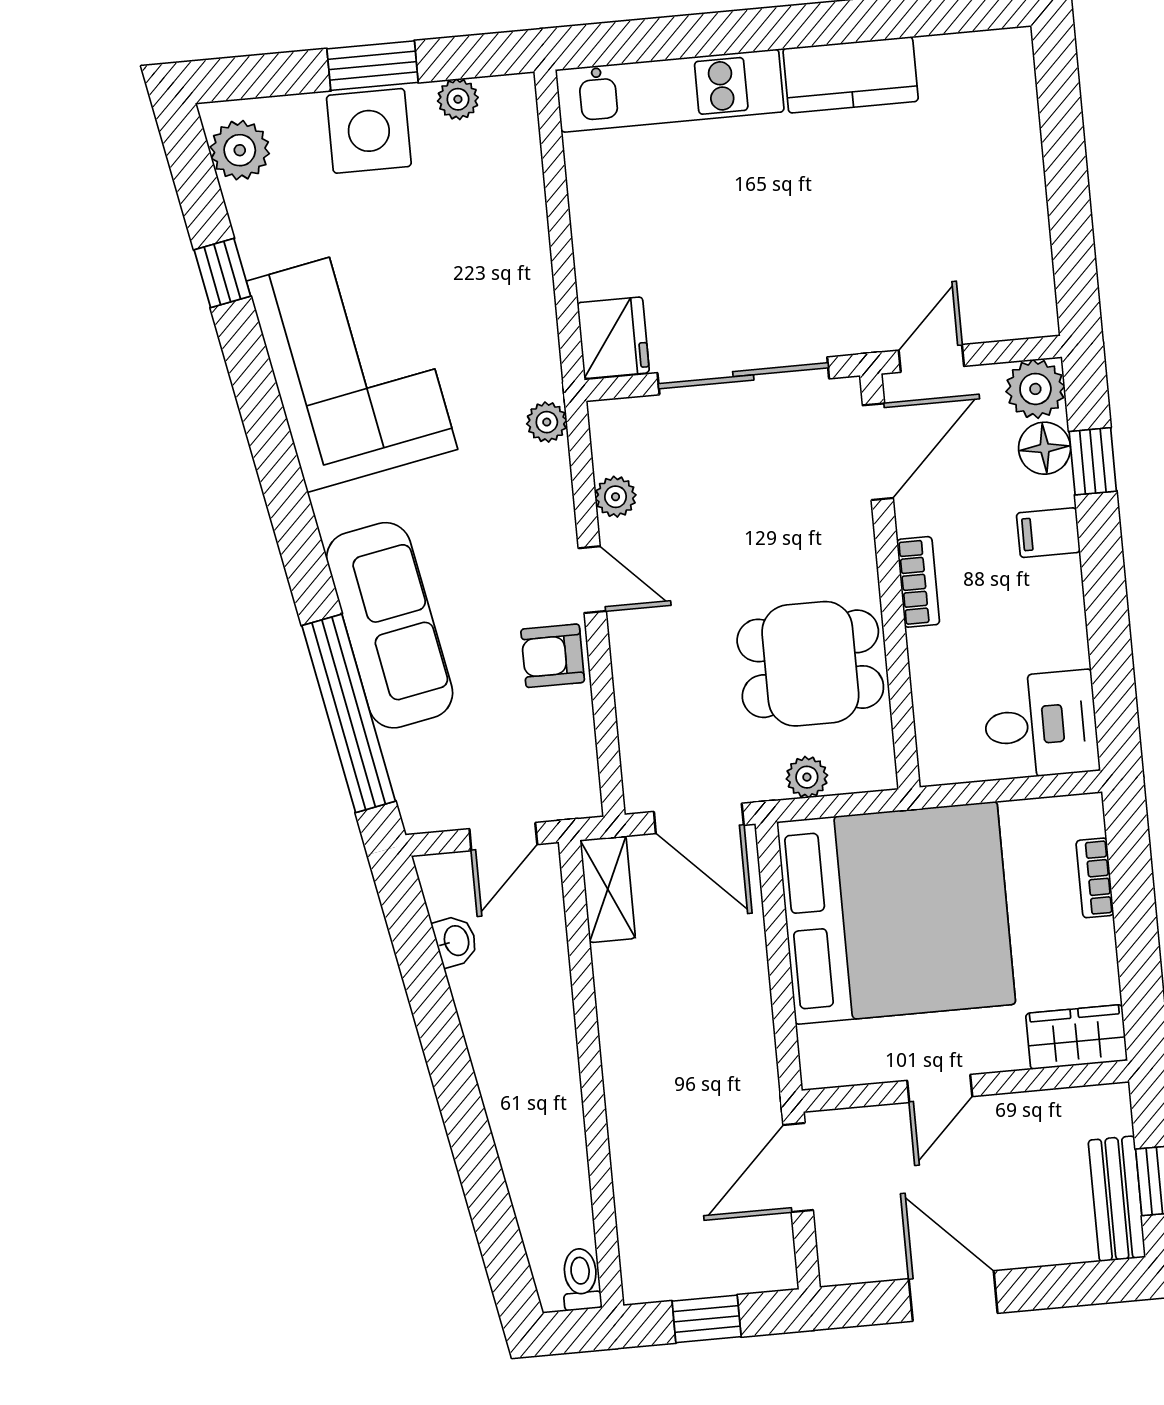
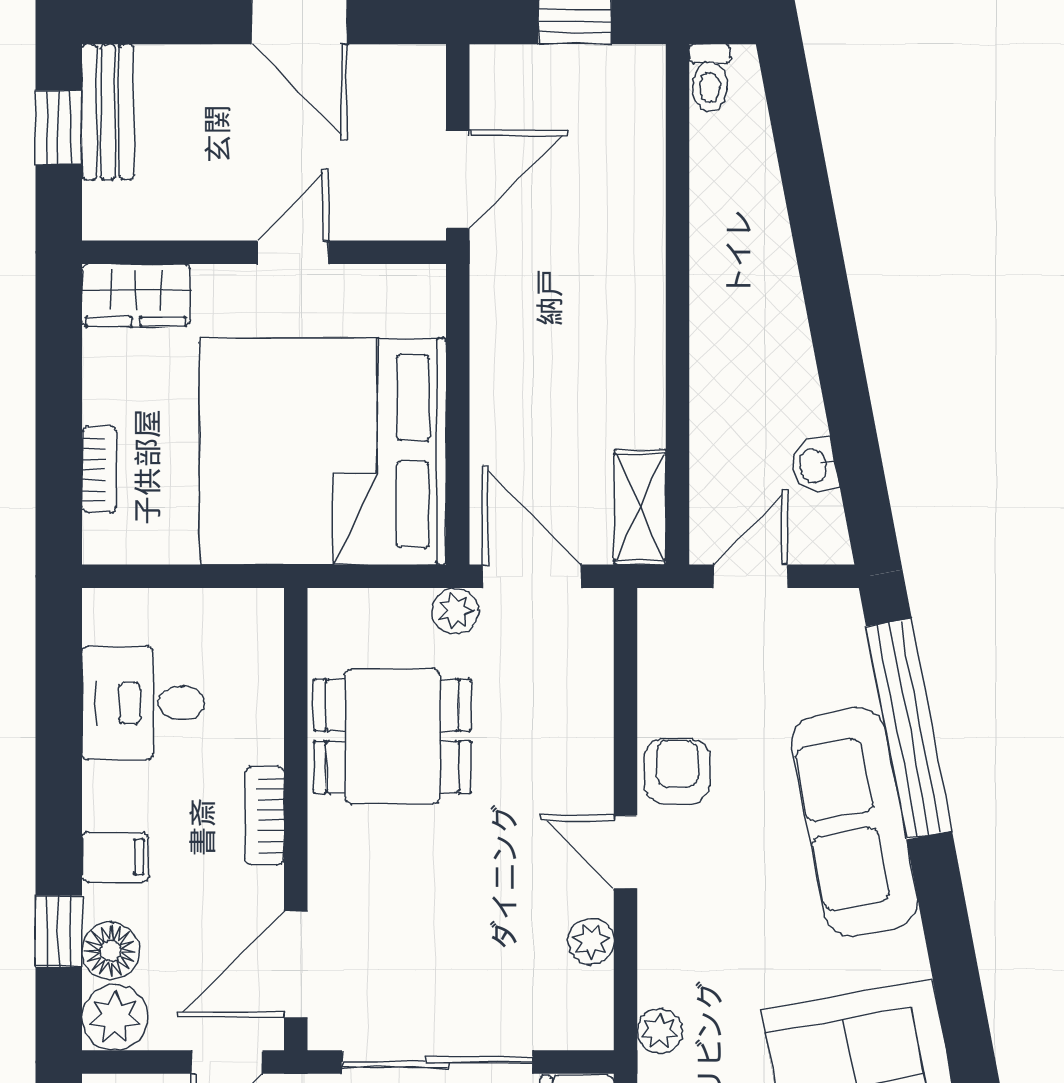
armchair: (553, 656) -> (677, 771), turned -89
desk: (1041, 725) -> (143, 703), moved
plant: (807, 777) -> (455, 611), moved

